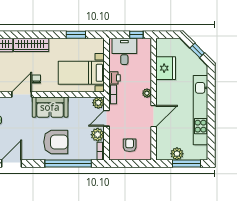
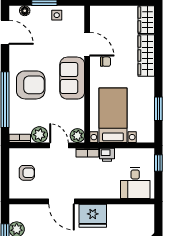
window: (136, 35) -> (158, 163), moved
desk: (124, 51) -> (135, 183), moved, turned 90
fridge: (166, 68) -> (93, 216), moved
plant: (147, 93) -> (89, 193), removed
armchair: (56, 142) -> (31, 85), turned -90

